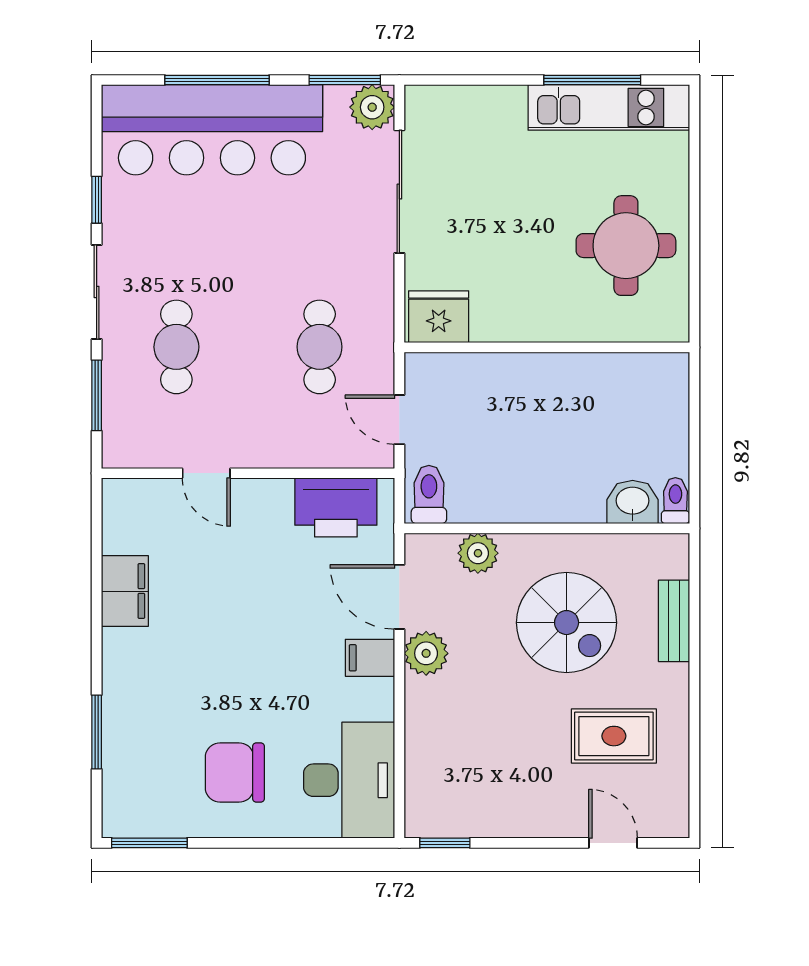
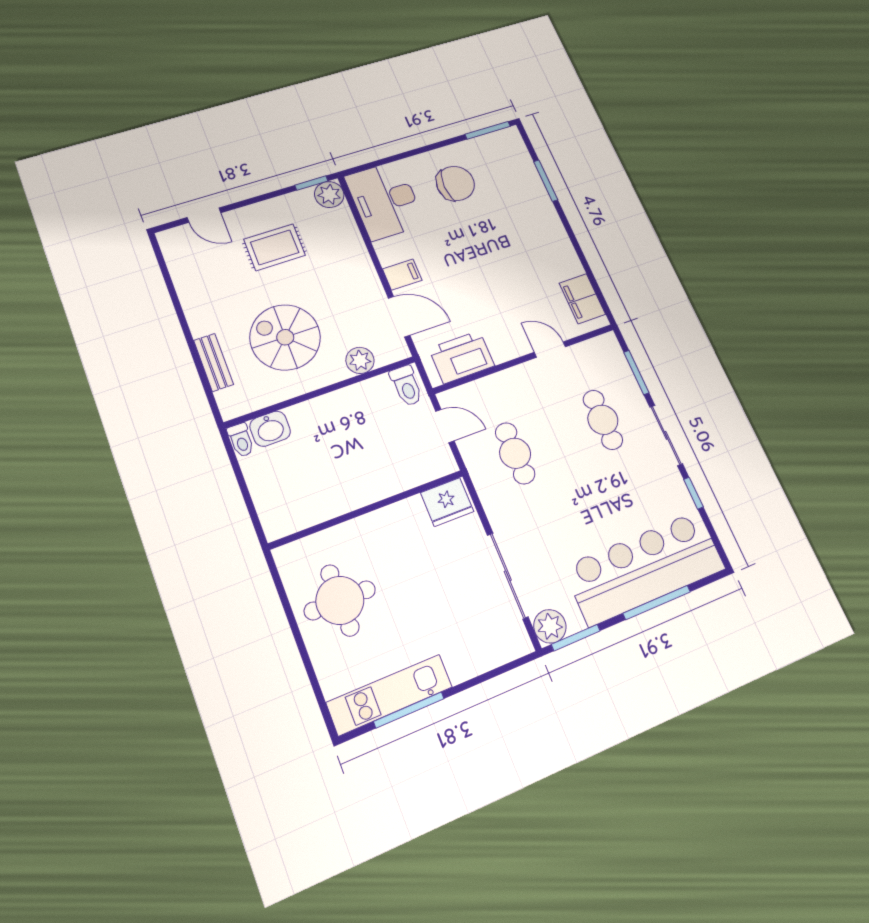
filing cabinet: (125, 591) -> (582, 299), moved
plant: (426, 653) -> (329, 195), moved
rug: (614, 736) -> (275, 247), moved

